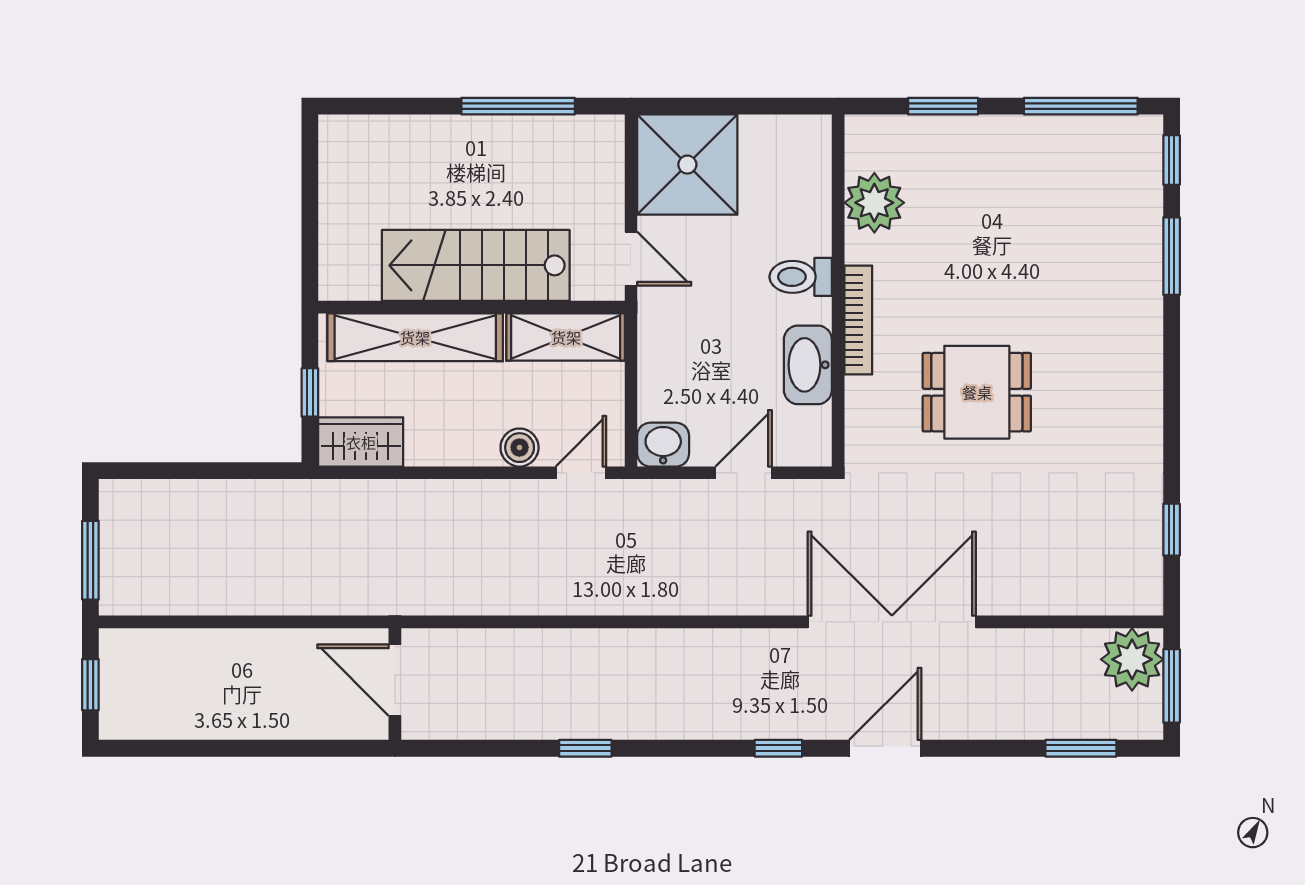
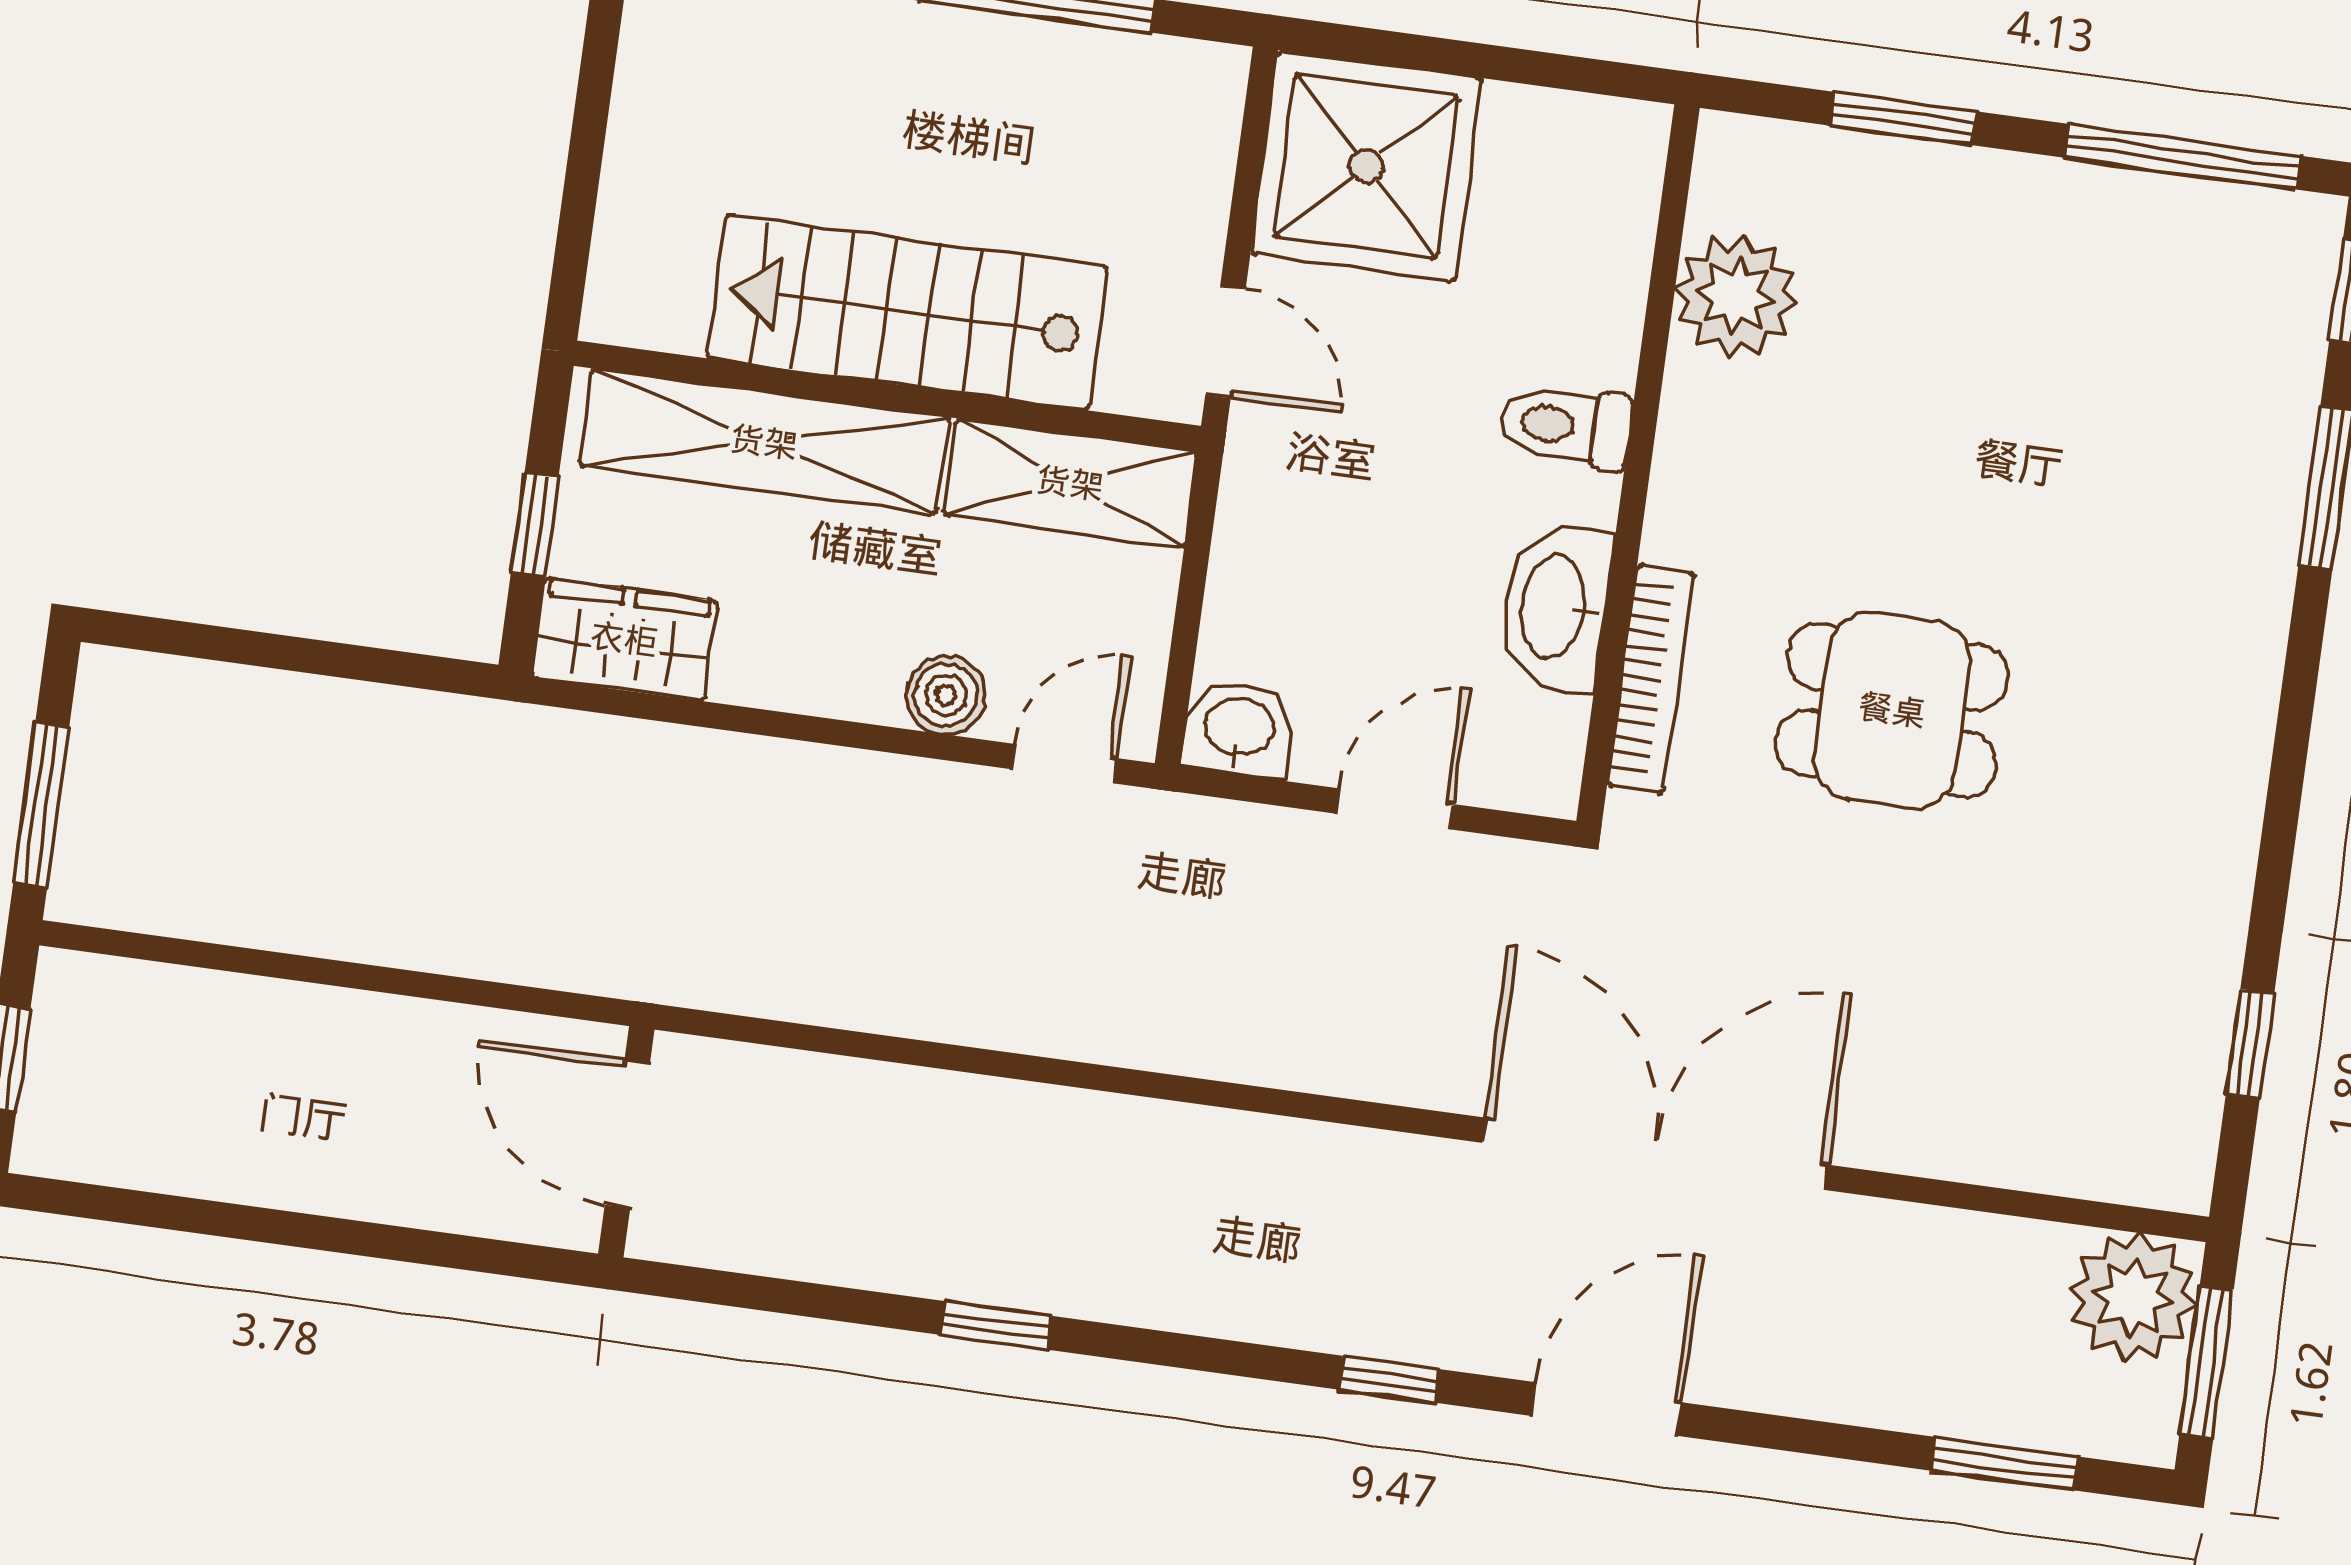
bookcase: (858, 320) -> (1650, 679), moved

